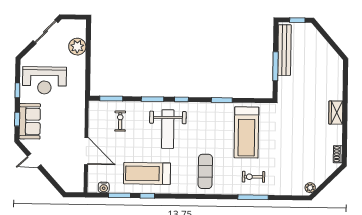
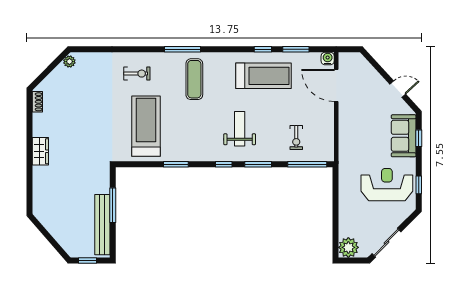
plant: (77, 47) -> (348, 247), moved
window: (17, 90) -> (419, 185), moved
window: (111, 99) -> (307, 164), width x1.44
weight bench: (168, 129) -> (240, 129), width x0.73, depth x0.75
door: (86, 151) -> (336, 85), moved
water cooler: (104, 187) -> (328, 59), moved
window: (253, 197) -> (183, 49), moved

